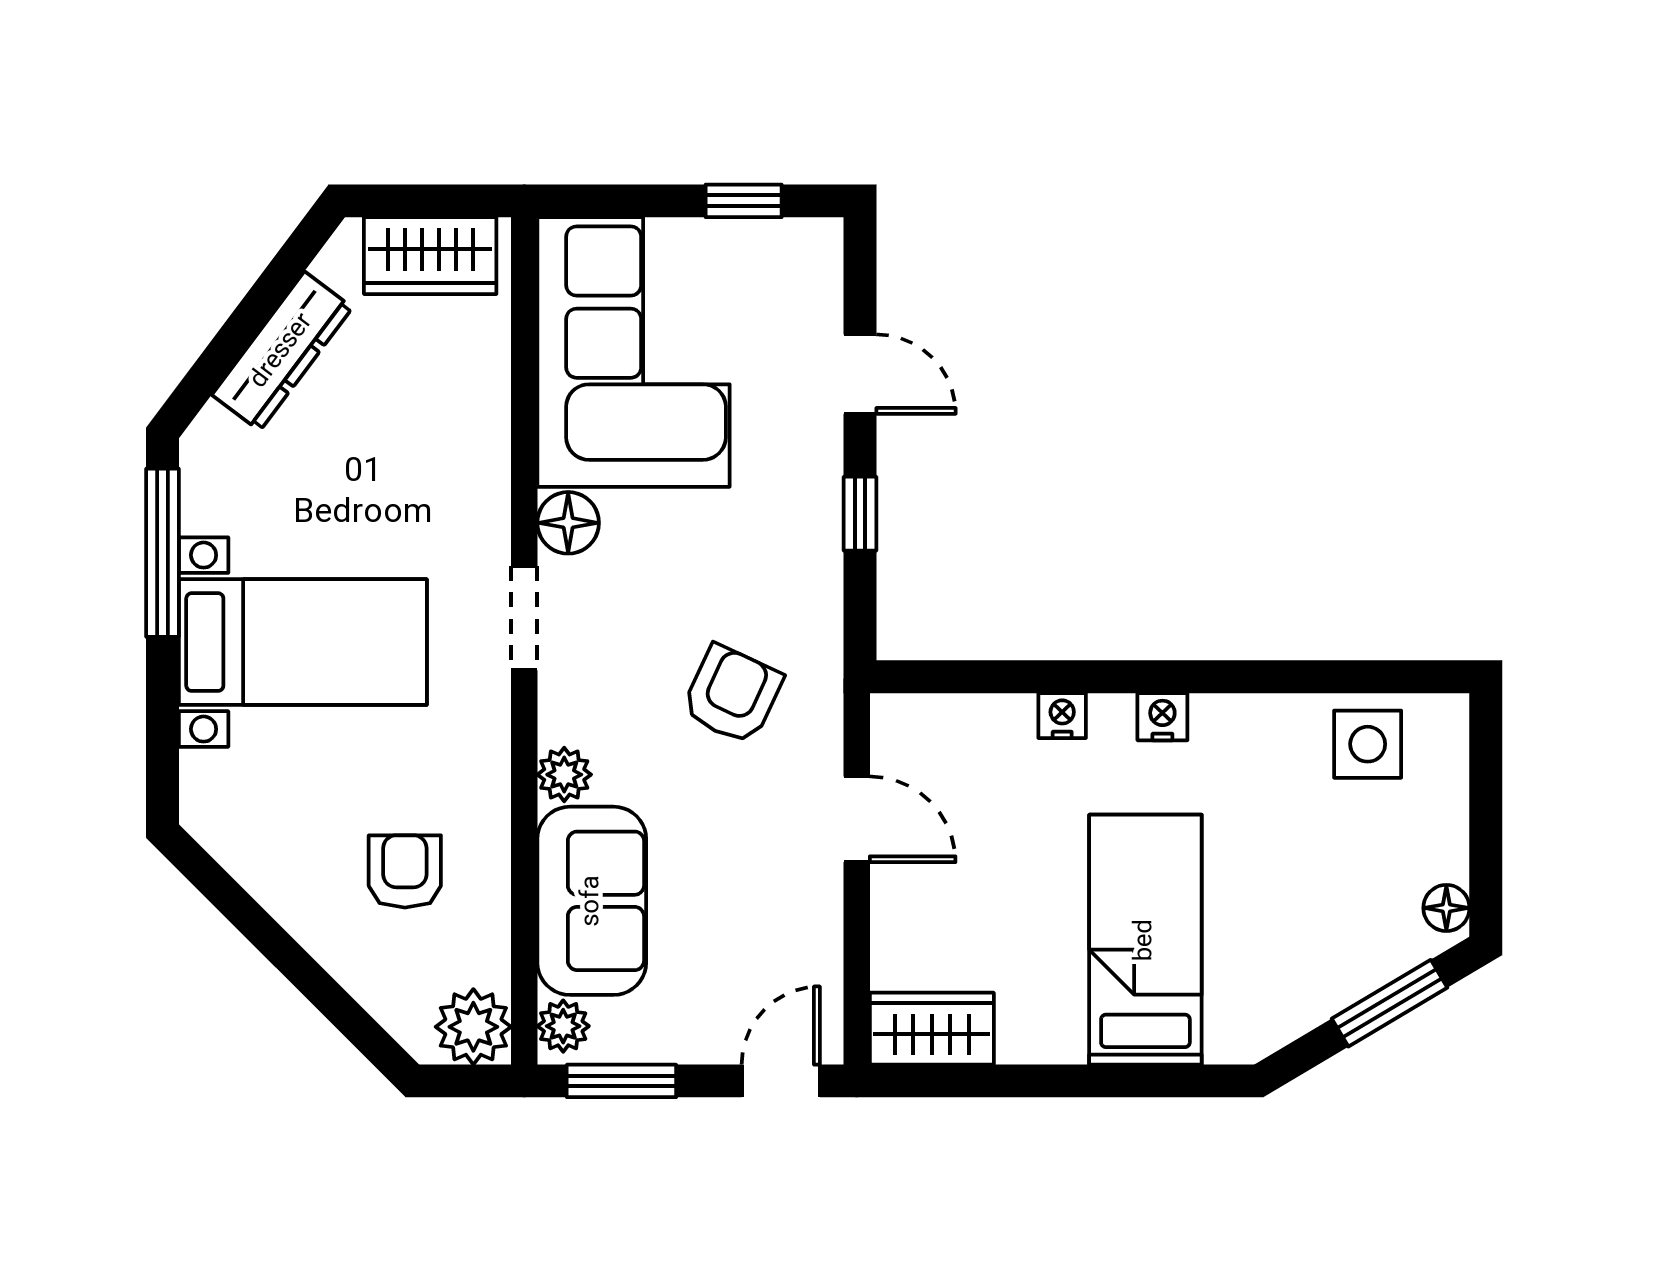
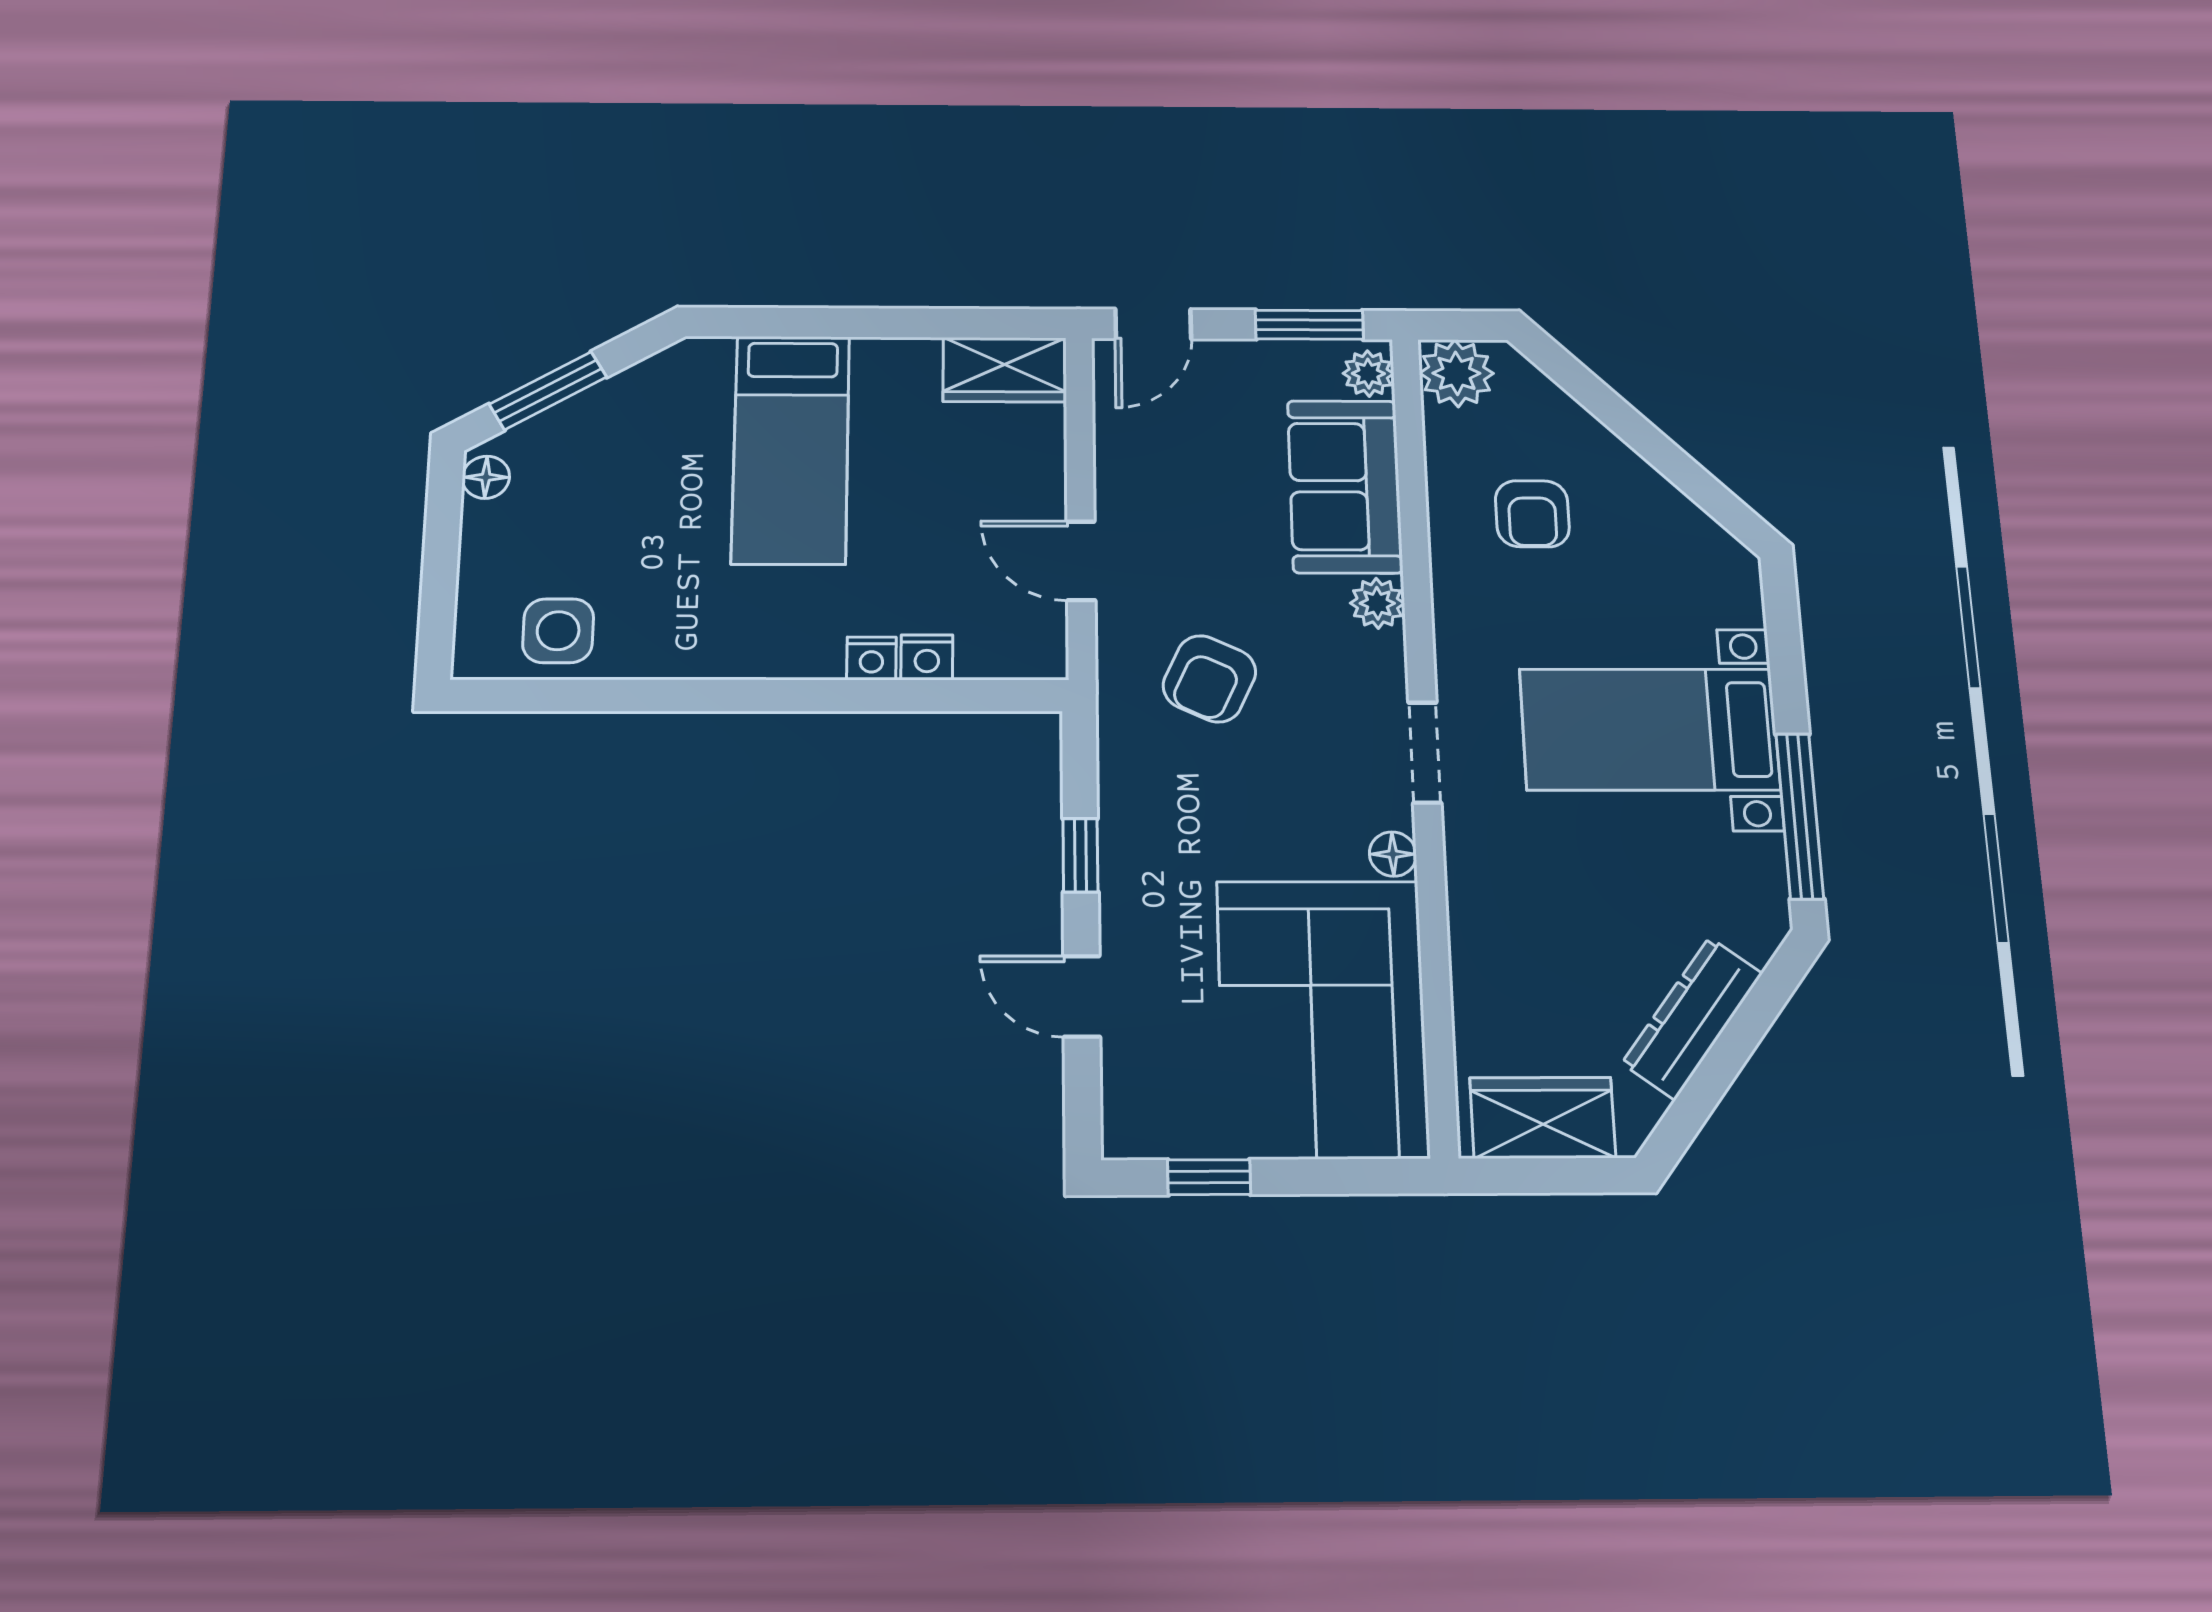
floor lamp: (568, 523) -> (1393, 854), width x0.73, depth x0.73
nightstand: (1162, 717) -> (927, 657), moved

